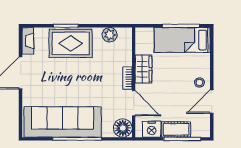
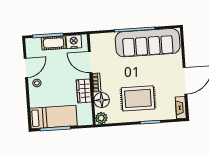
plant: (110, 35) -> (101, 118), moved
rug: (71, 43) -> (138, 98), moved
floor lamp: (123, 128) -> (102, 100), moved

